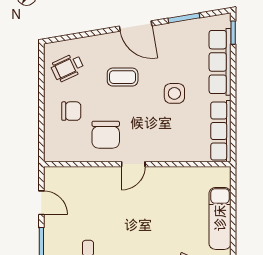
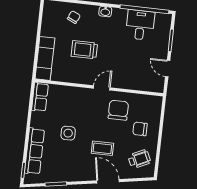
door: (136, 26) -> (108, 181), moved
row of seats: (221, 131) -> (40, 97), width x0.68
trolley: (164, 216) -> (84, 50), added
exam couch: (220, 218) -> (45, 58), moved

